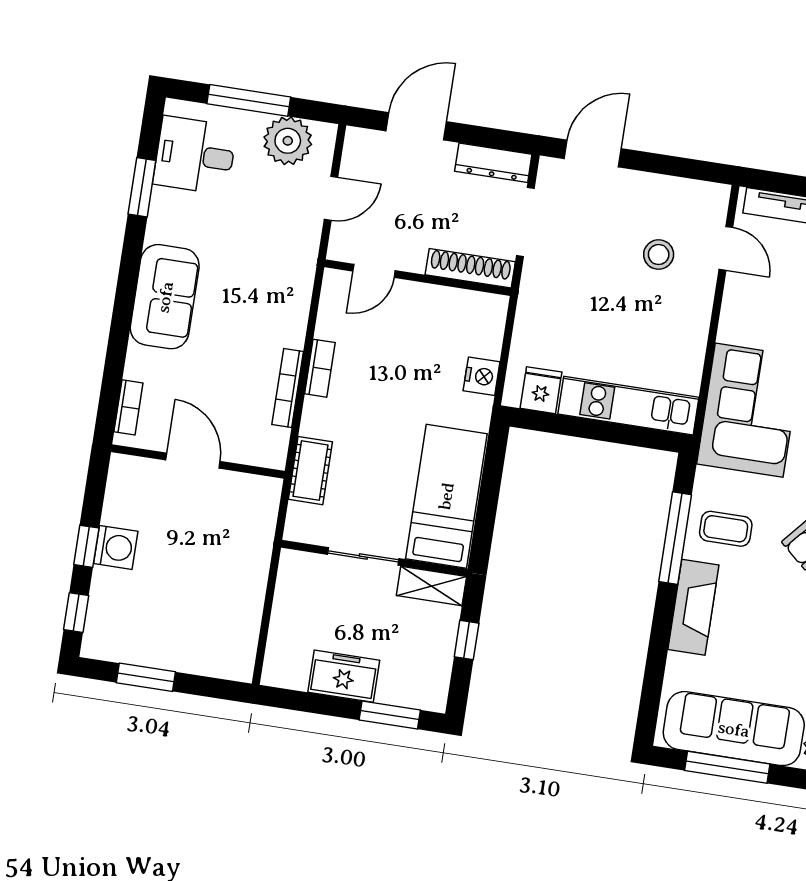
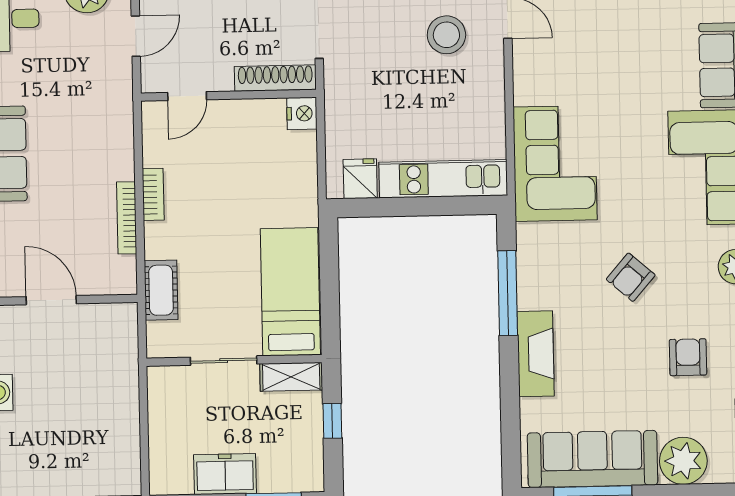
stool: (659, 255) -> (446, 35), width x1.38, depth x1.38
nightstand: (482, 376) -> (302, 113), moved
coffee table: (726, 529) -> (553, 276), removed

